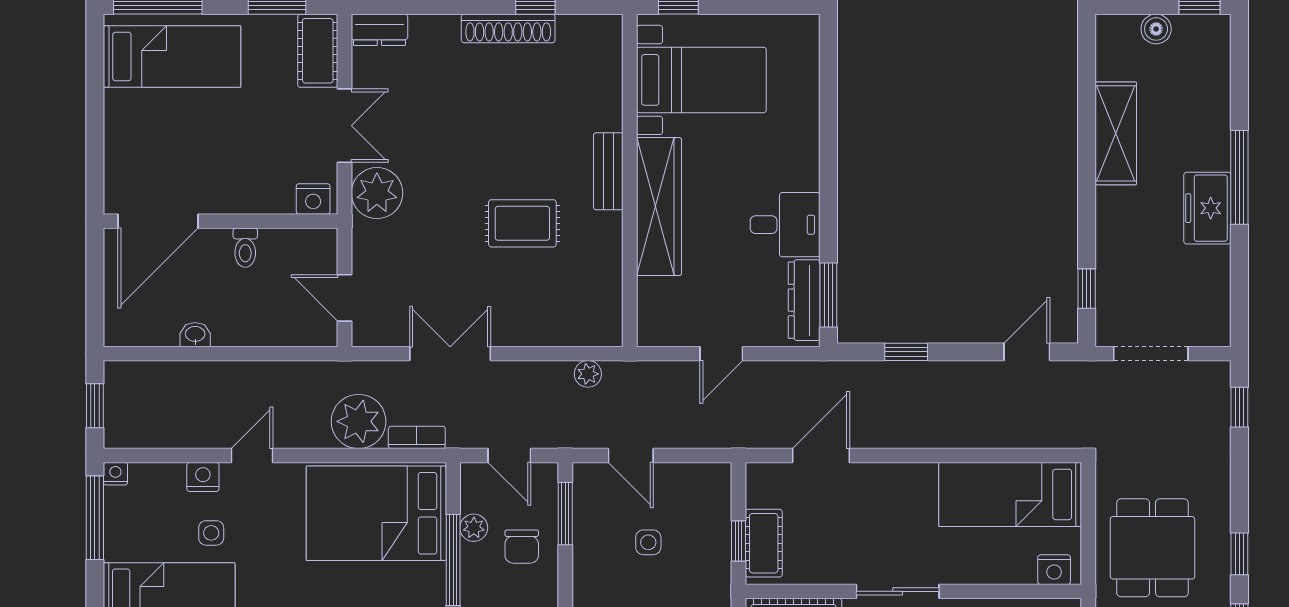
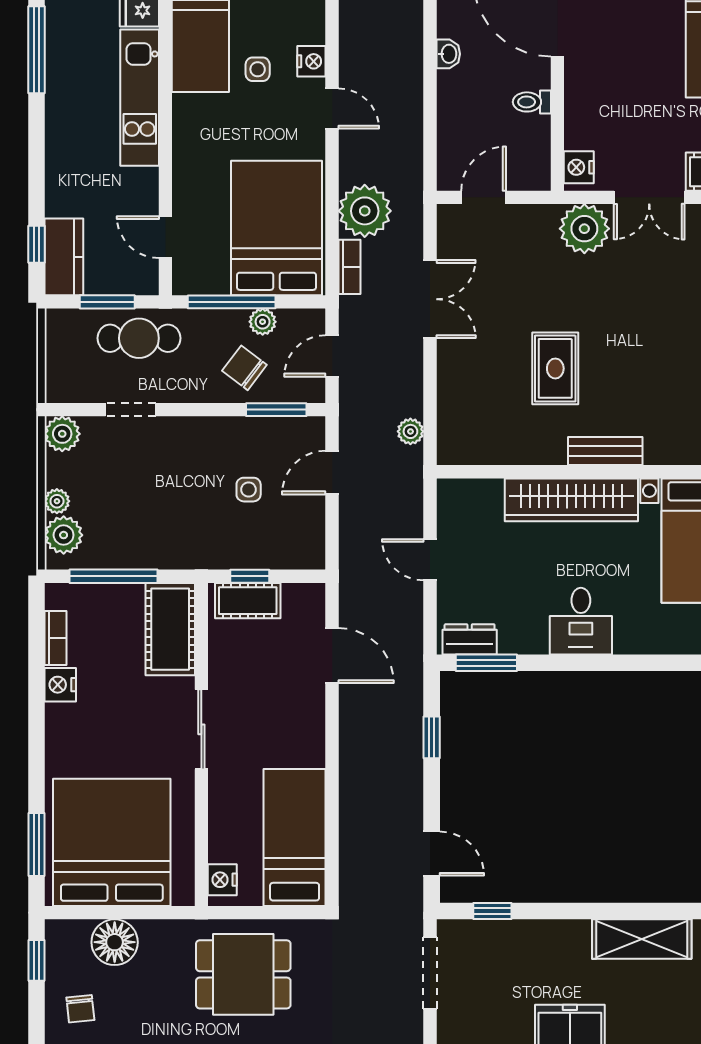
desk: (785, 225) -> (581, 621), moved
dresser: (804, 300) -> (470, 639), width x0.70
chair: (522, 547) -> (244, 368), turned 37

